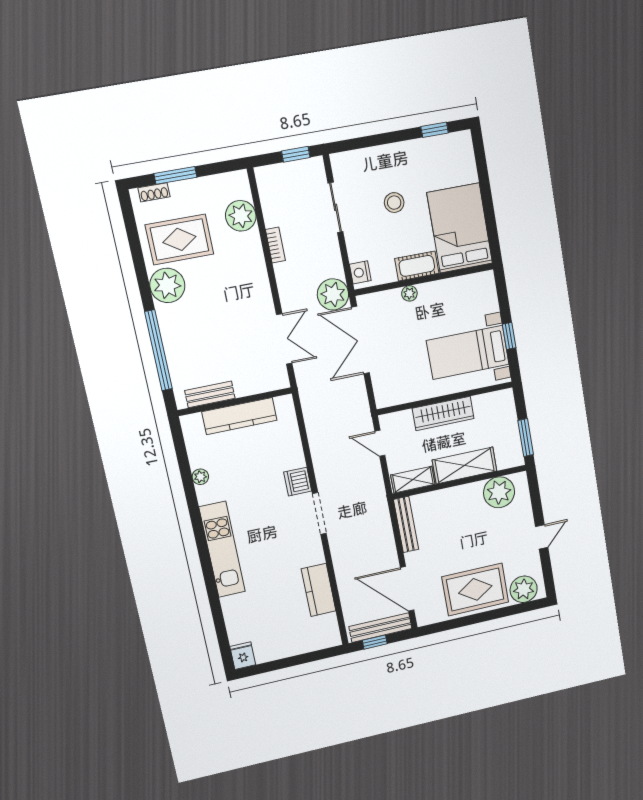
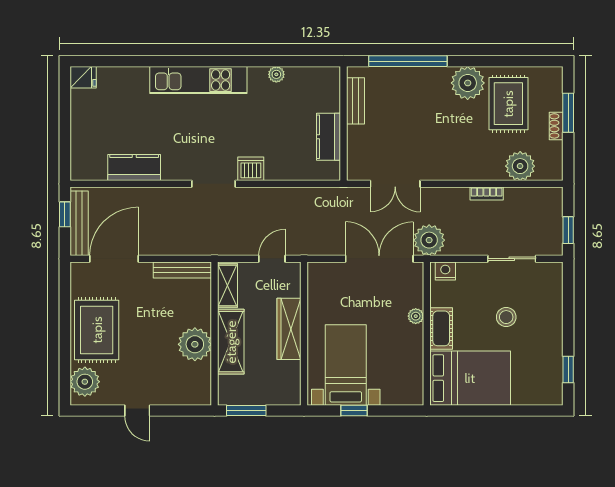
shoe rack: (154, 192) -> (556, 126), moved
kitchen counter: (239, 416) -> (329, 137), width x0.67
plant: (499, 492) -> (195, 344), moved

